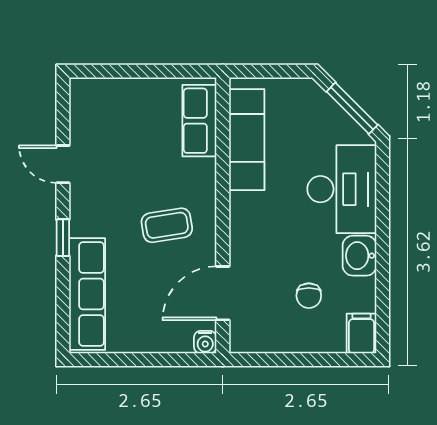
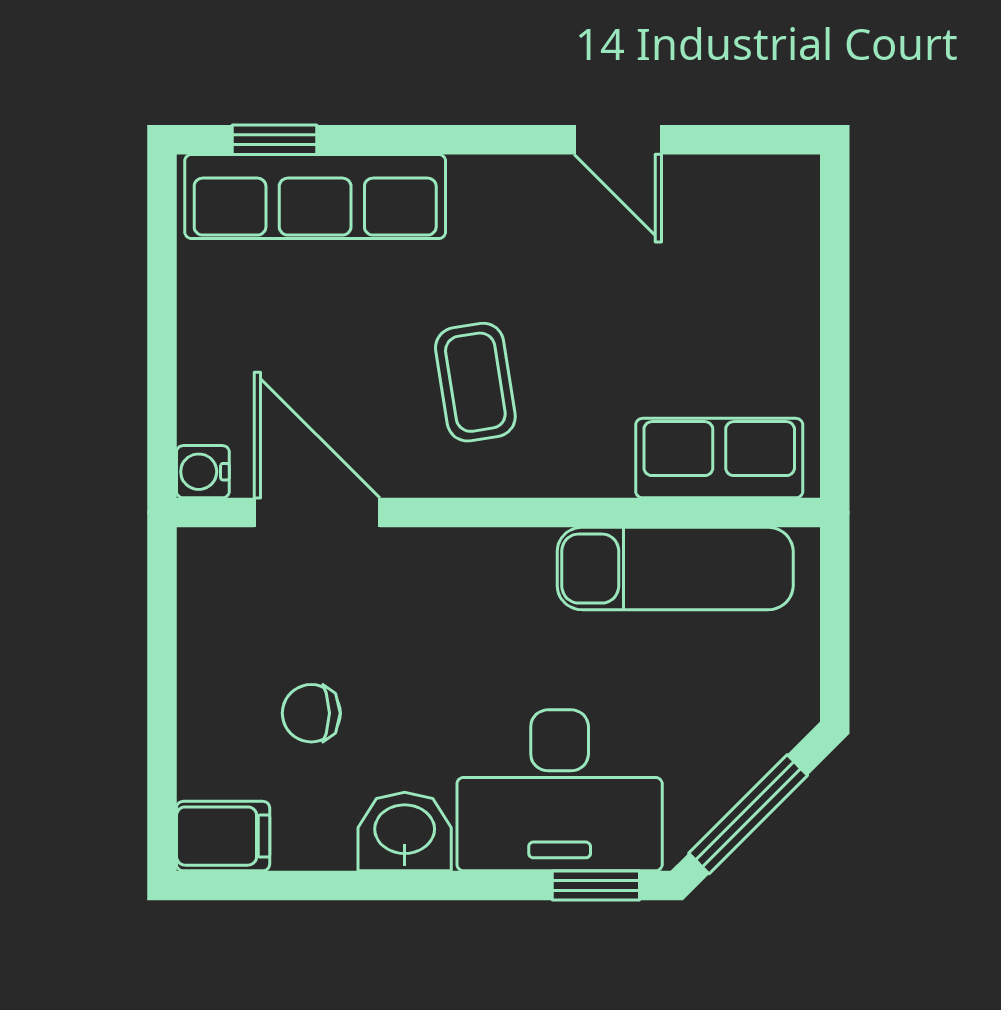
door: (63, 164) -> (618, 140), swing flipped
window: (383, 174) -> (596, 886), added
window: (63, 238) -> (274, 140), moved

